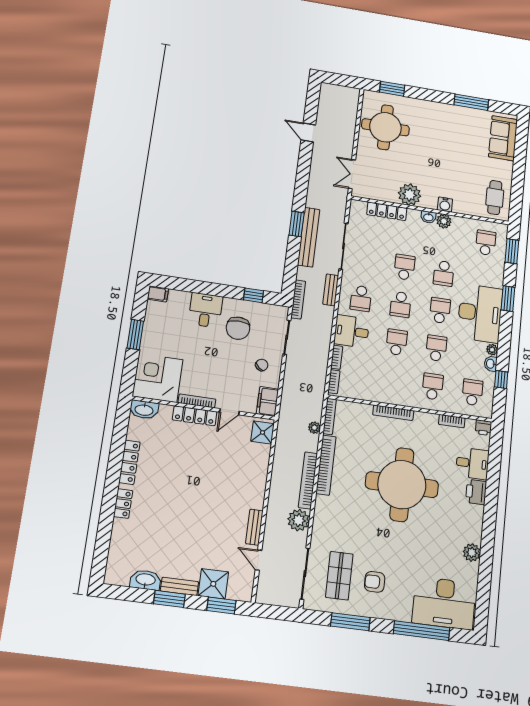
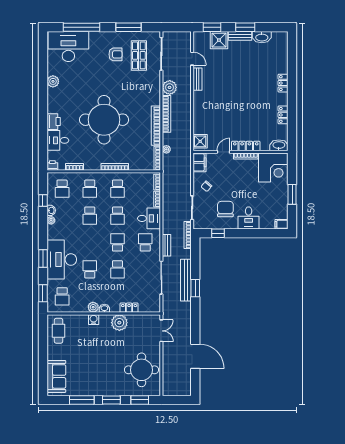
window: (431, 95) -> (111, 400), added
door: (308, 132) -> (195, 356), width x1.87
locker: (387, 211) -> (129, 308), width x0.66
school desk: (440, 310) -> (118, 189), moved
desk: (480, 313) -> (62, 260), moved
locker: (129, 462) -> (283, 115), width x0.66

